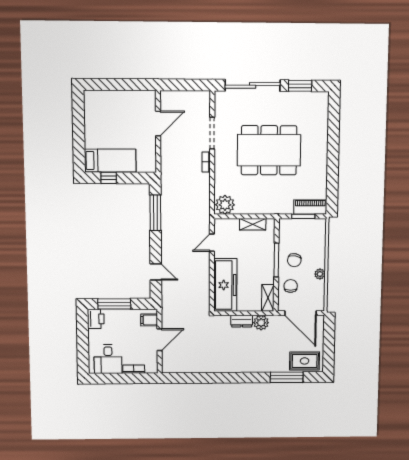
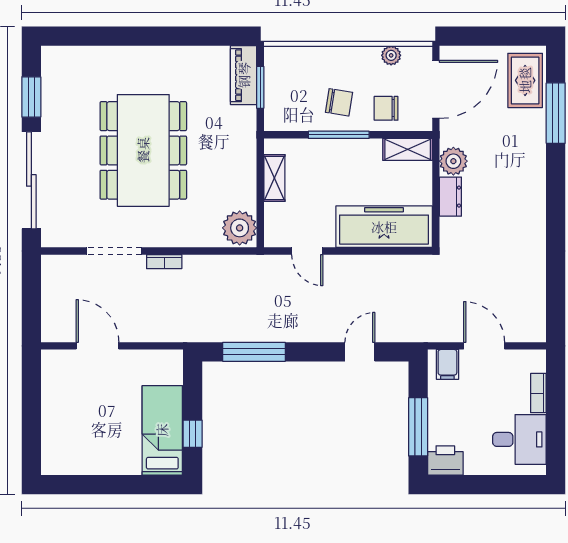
plant: (320, 274) -> (391, 55), moved

